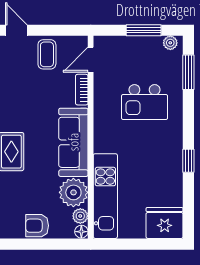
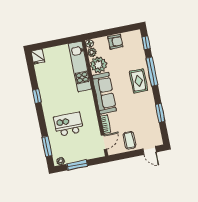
fridge: (165, 223) -> (38, 57), width x0.53, depth x0.75

